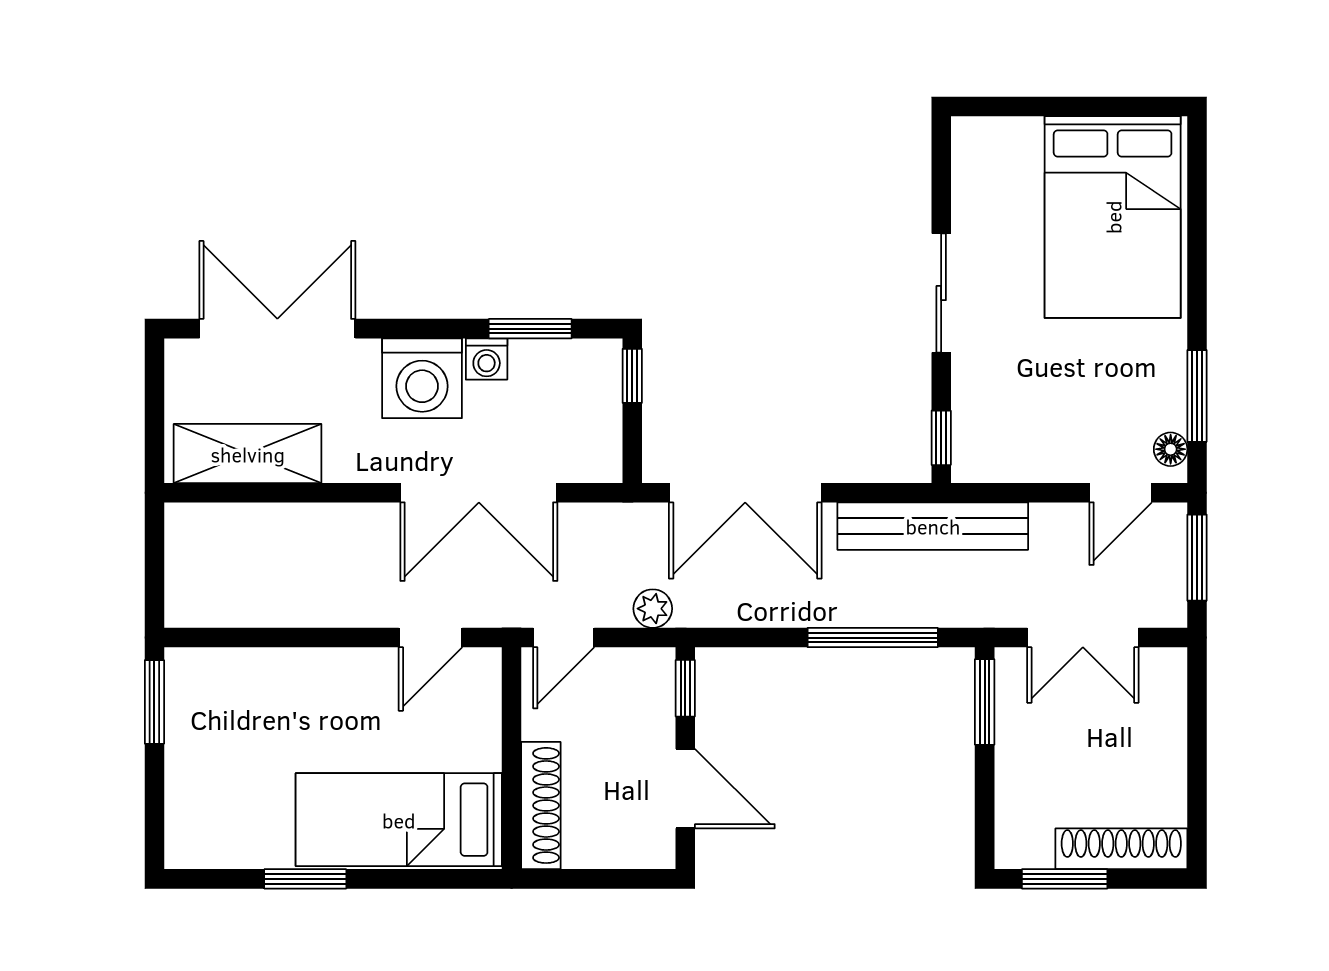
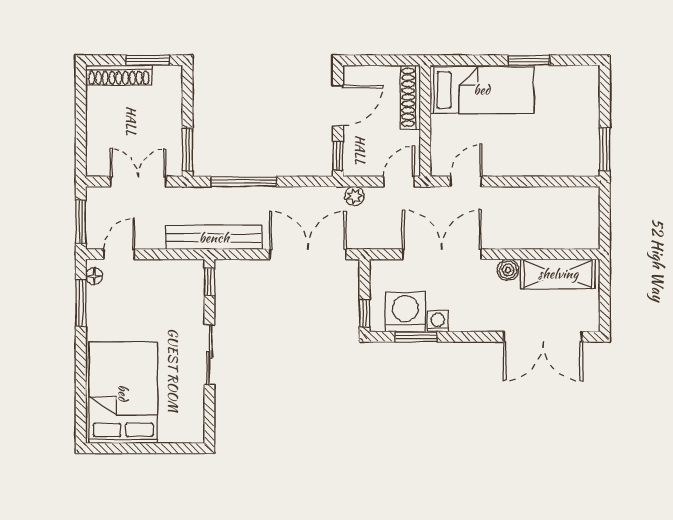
washing machine: (422, 378) -> (405, 312), moved
boiler: (347, 462) -> (508, 270), added
door: (685, 789) -> (338, 106), swing flipped

